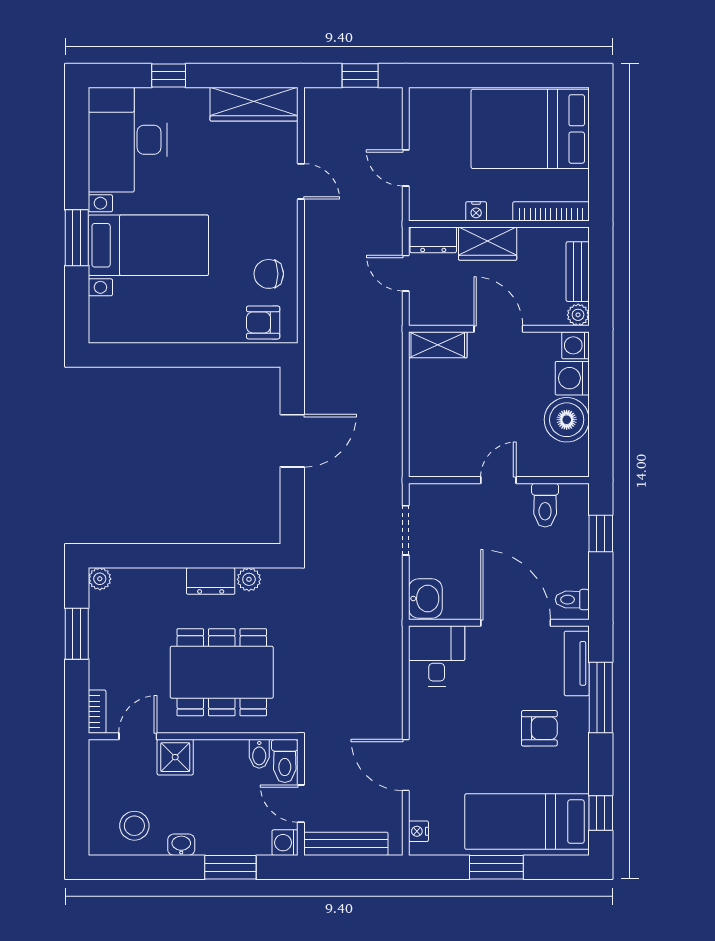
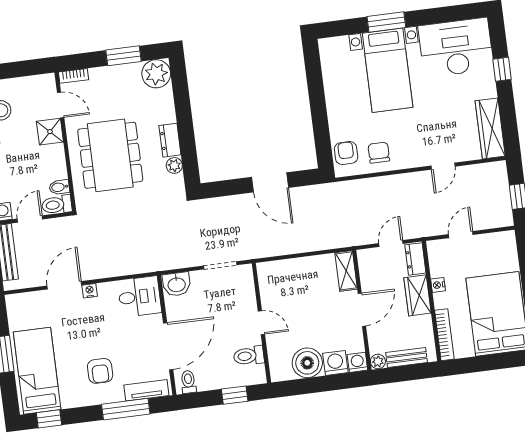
plant: (100, 579) -> (156, 74), width x1.87, depth x1.87
nightstand: (418, 831) -> (90, 291), moved

